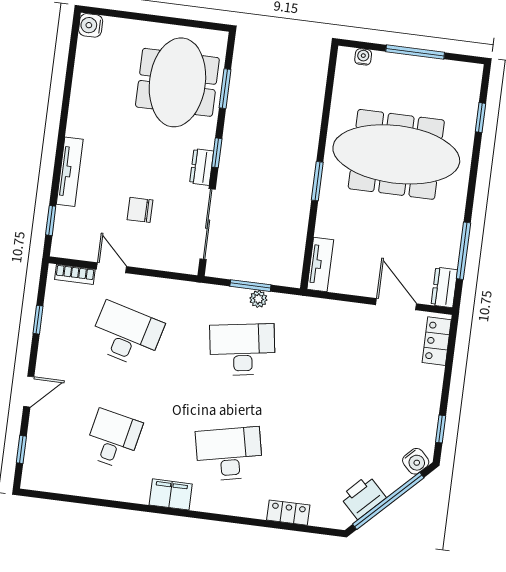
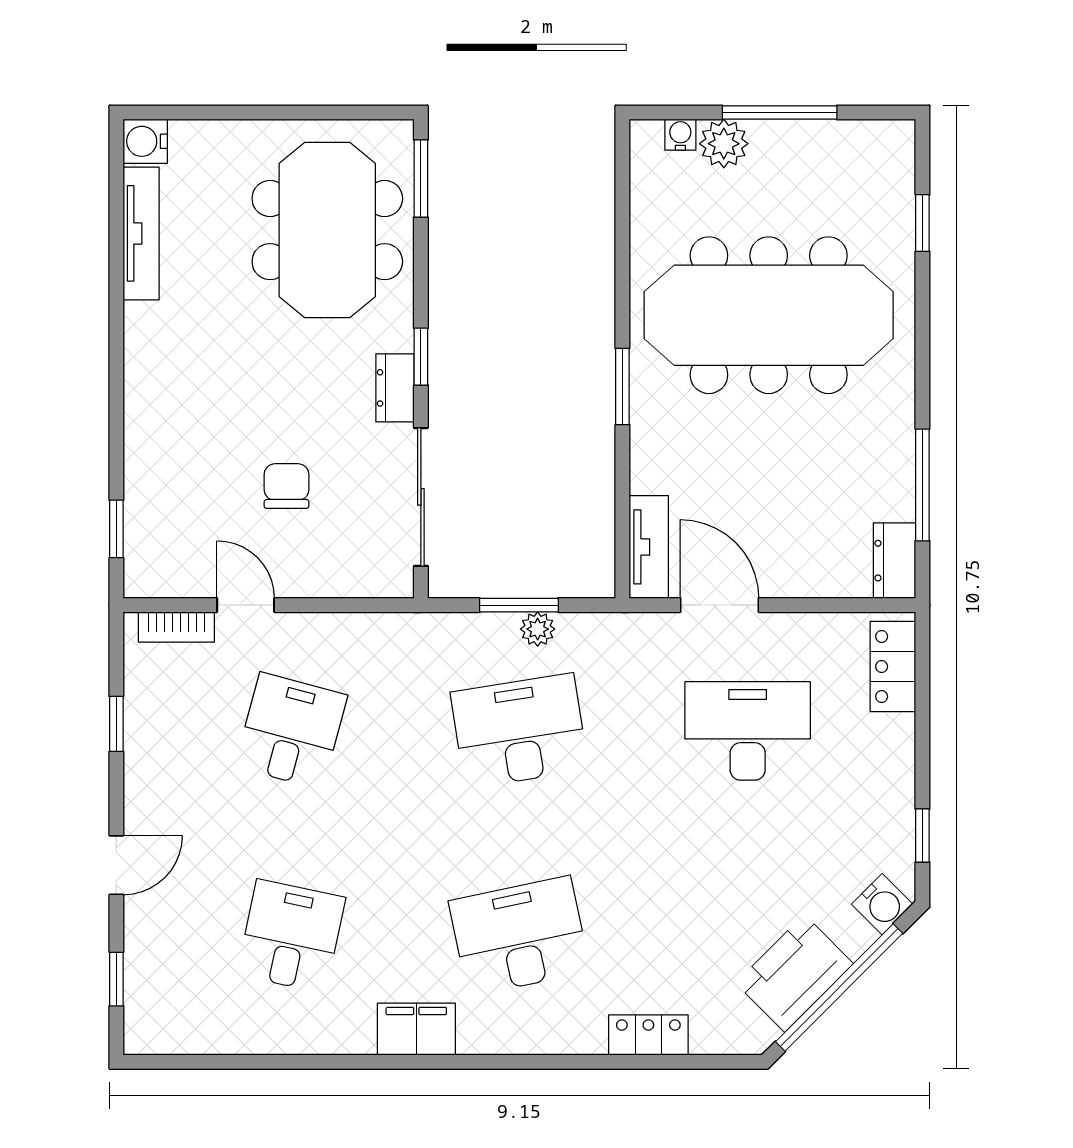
plant: (385, 64) -> (724, 144), added
window: (225, 89) -> (421, 179), moved
tv unit: (70, 172) -> (141, 233), moved
chair: (140, 210) -> (287, 486), turned 90
door: (396, 304) -> (719, 605), moved
desk: (126, 335) -> (291, 731), width x0.73
desk: (359, 364) -> (748, 731), added
printer: (363, 497) -> (794, 973), width x1.37, depth x1.19

